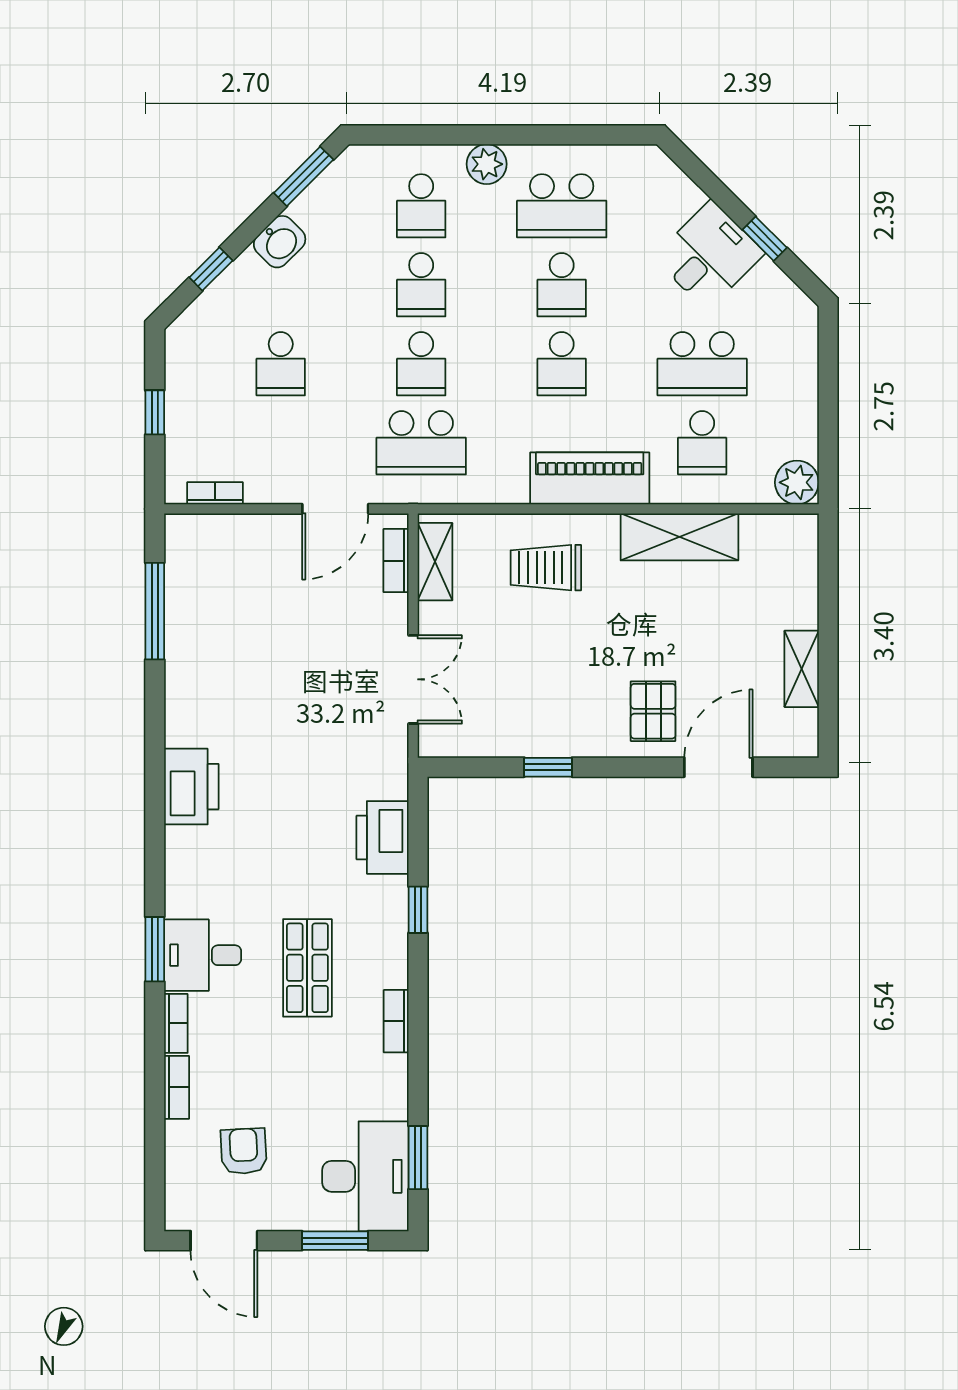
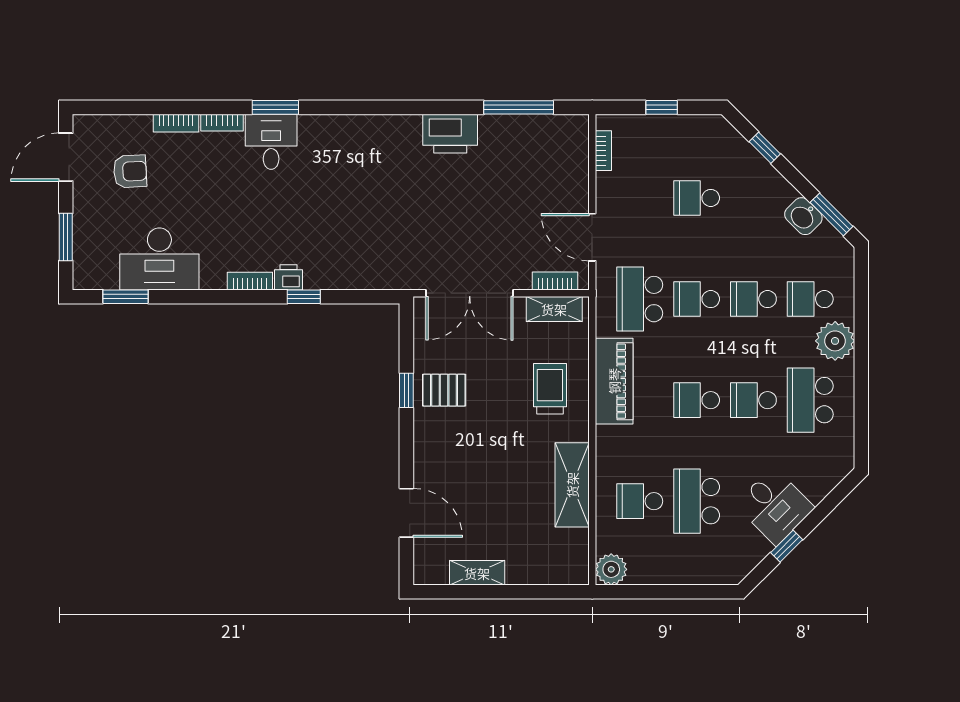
plant: (487, 164) -> (835, 341), width x1.36, depth x1.36
washbasin: (280, 242) -> (803, 216), moved
piano: (590, 478) -> (614, 381), moved
double door: (413, 679) -> (470, 293), width x1.37
pallet: (653, 711) -> (444, 390), moved
printer: (191, 787) -> (450, 134), moved
printer: (383, 837) -> (289, 277), moved, width x0.53, depth x0.68
shop shelf: (307, 968) -> (262, 217), removed
bookcase: (396, 1021) -> (250, 281), moved
desk: (365, 1176) -> (159, 259), moved

